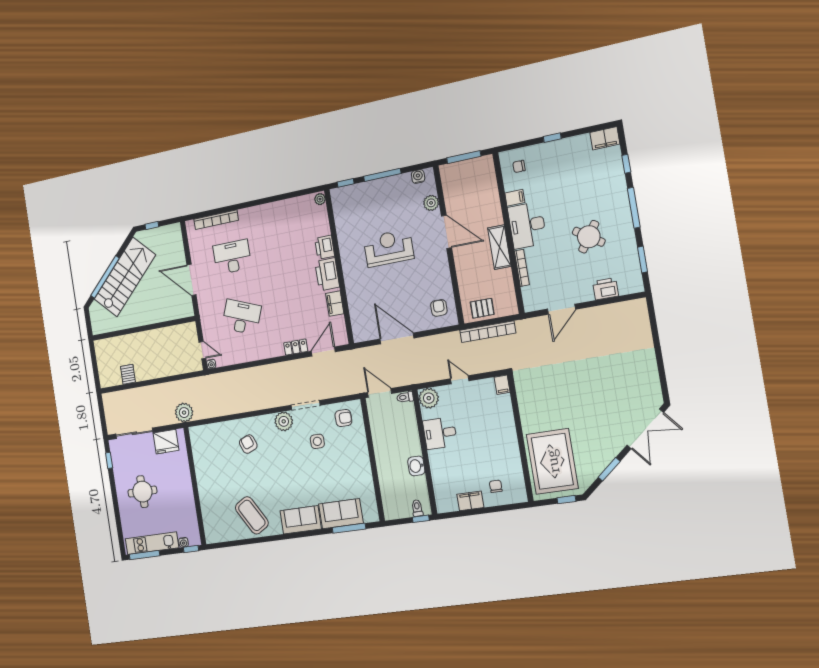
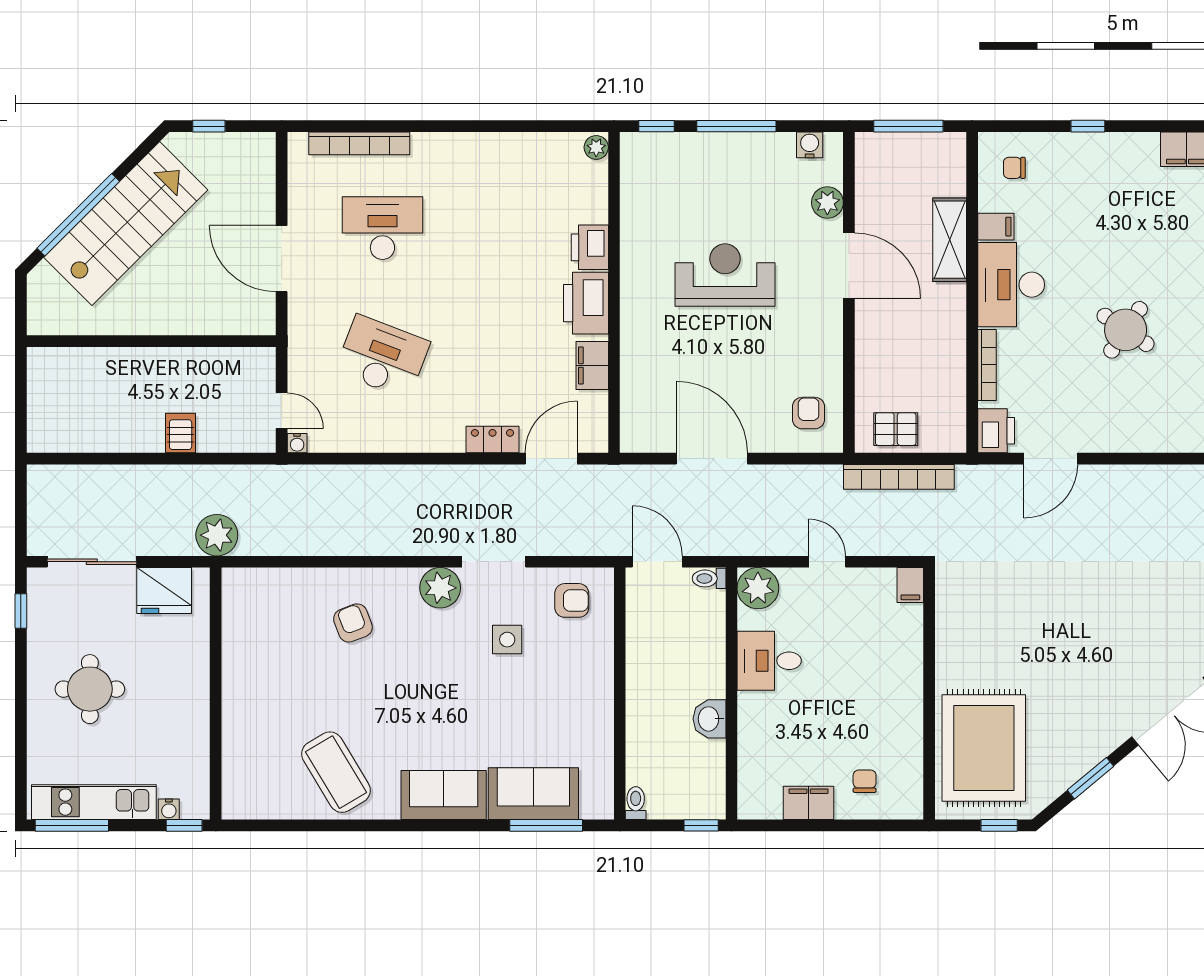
shelving: (499, 247) -> (950, 240), moved
printer: (606, 289) -> (996, 431), moved, turned 90
server rack: (128, 374) -> (181, 433), moved
toilet: (417, 508) -> (636, 803), moved

